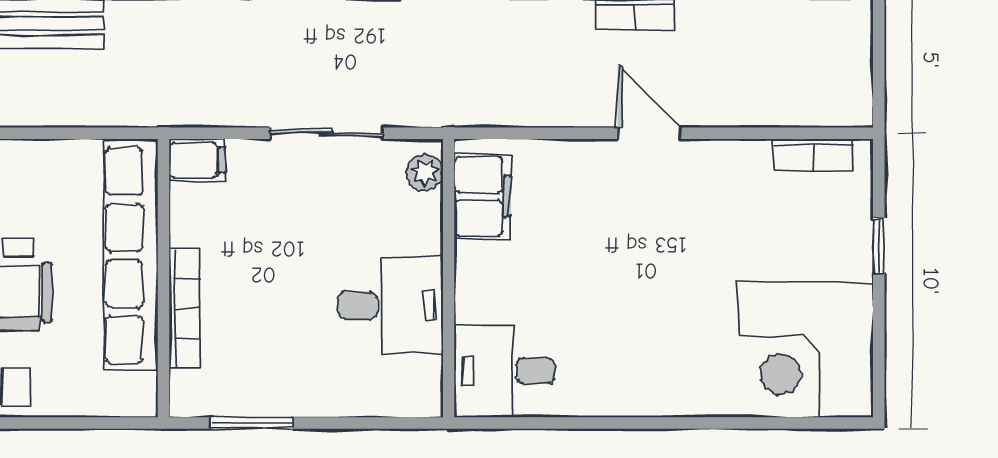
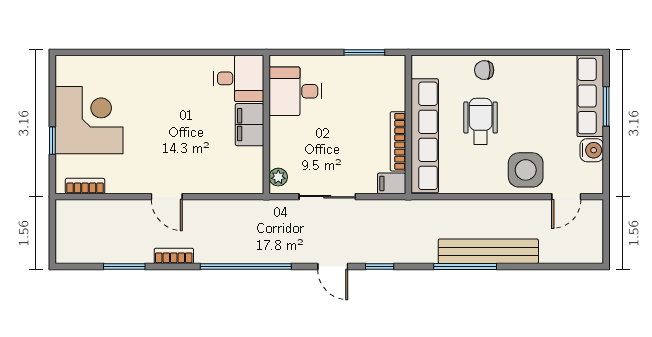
filing cabinet: (483, 196) -> (250, 125), moved
desk: (390, 305) -> (296, 91), moved
bookcase: (184, 309) -> (398, 141), moved
corner desk: (805, 350) -> (89, 120), moved

